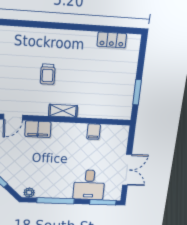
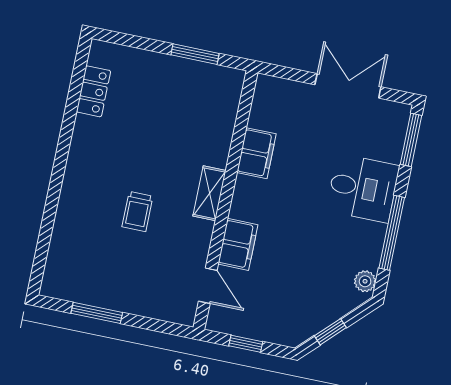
trolley: (48, 74) -> (137, 211), turned 90
filing cabinet: (94, 132) -> (256, 153), width x2.00
desk: (89, 185) -> (363, 188), moved

